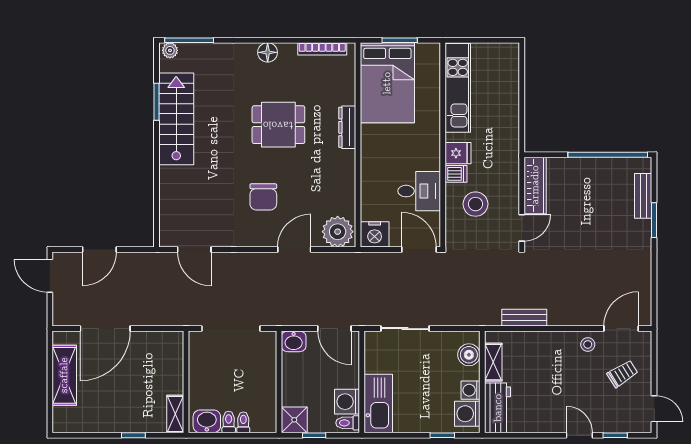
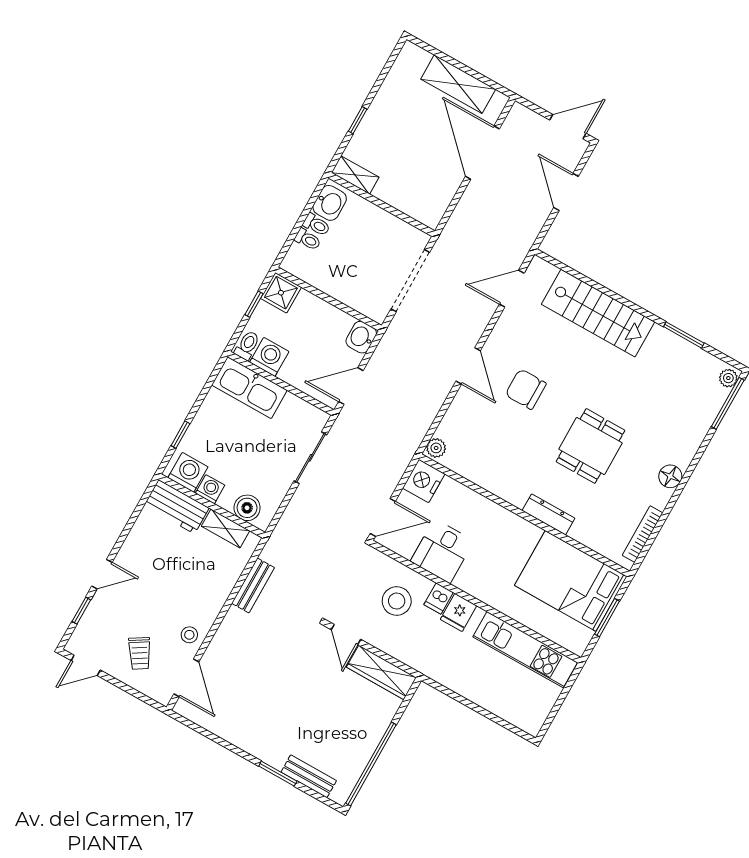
stairs: (176, 119) -> (598, 313), moved
plant: (338, 232) -> (436, 448), width x0.53, depth x0.53
door: (294, 250) -> (468, 366), moved

